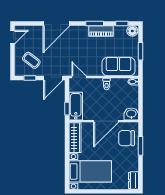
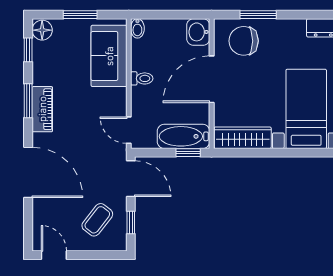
piano: (101, 31) -> (42, 109), moved
door: (79, 77) -> (129, 130), hinge flipped
door: (106, 121) -> (212, 79), swing flipped
chair: (127, 138) -> (244, 41), turned 90

